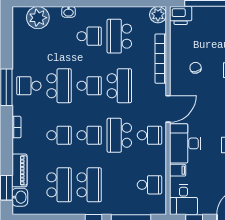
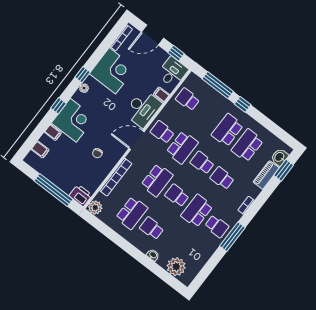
school desk: (119, 86) -> (157, 180), turned 180

